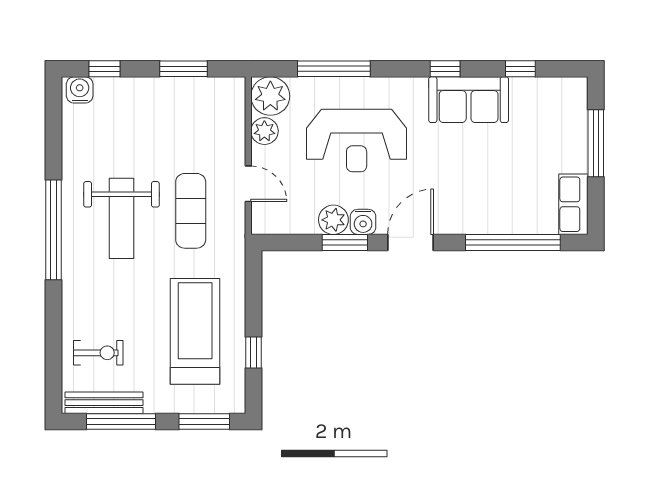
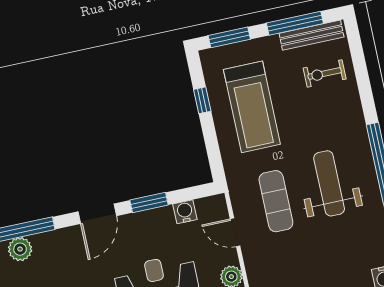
plant: (333, 220) -> (20, 249), moved
water cooler: (363, 222) -> (185, 212), moved

